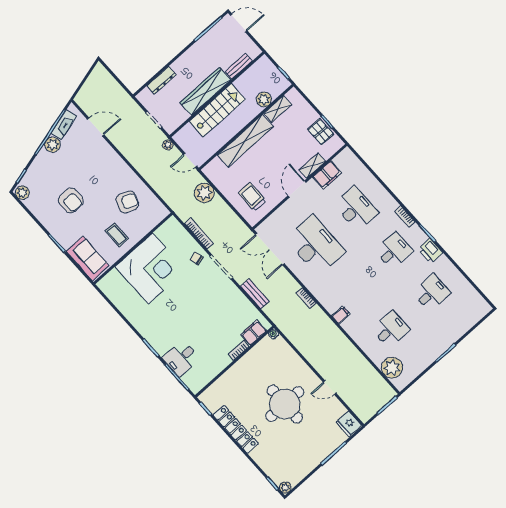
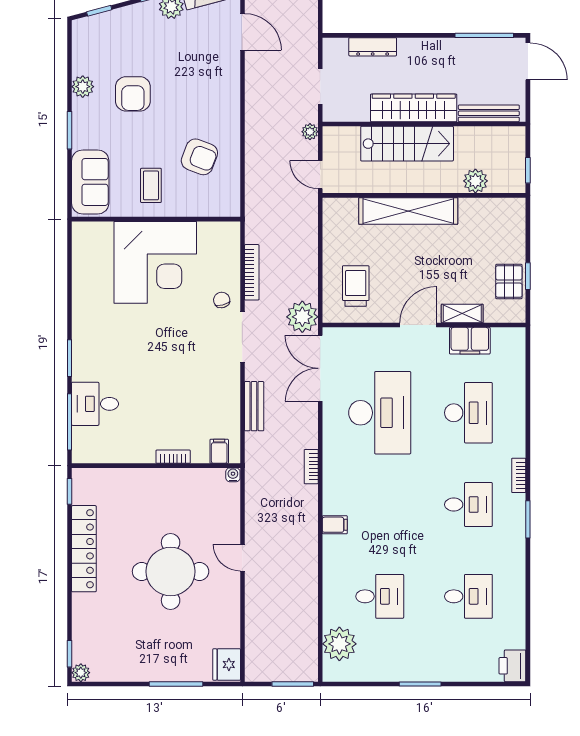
bench: (238, 66) -> (489, 113), width x1.36
shelving: (278, 109) -> (482, 208), removed
plant: (22, 193) -> (83, 87), moved
plant: (204, 193) -> (302, 317), moved
printer: (431, 251) -> (512, 666), moved
filing cabinet: (253, 333) -> (219, 451), width x0.50
door: (330, 388) -> (242, 558), moved

